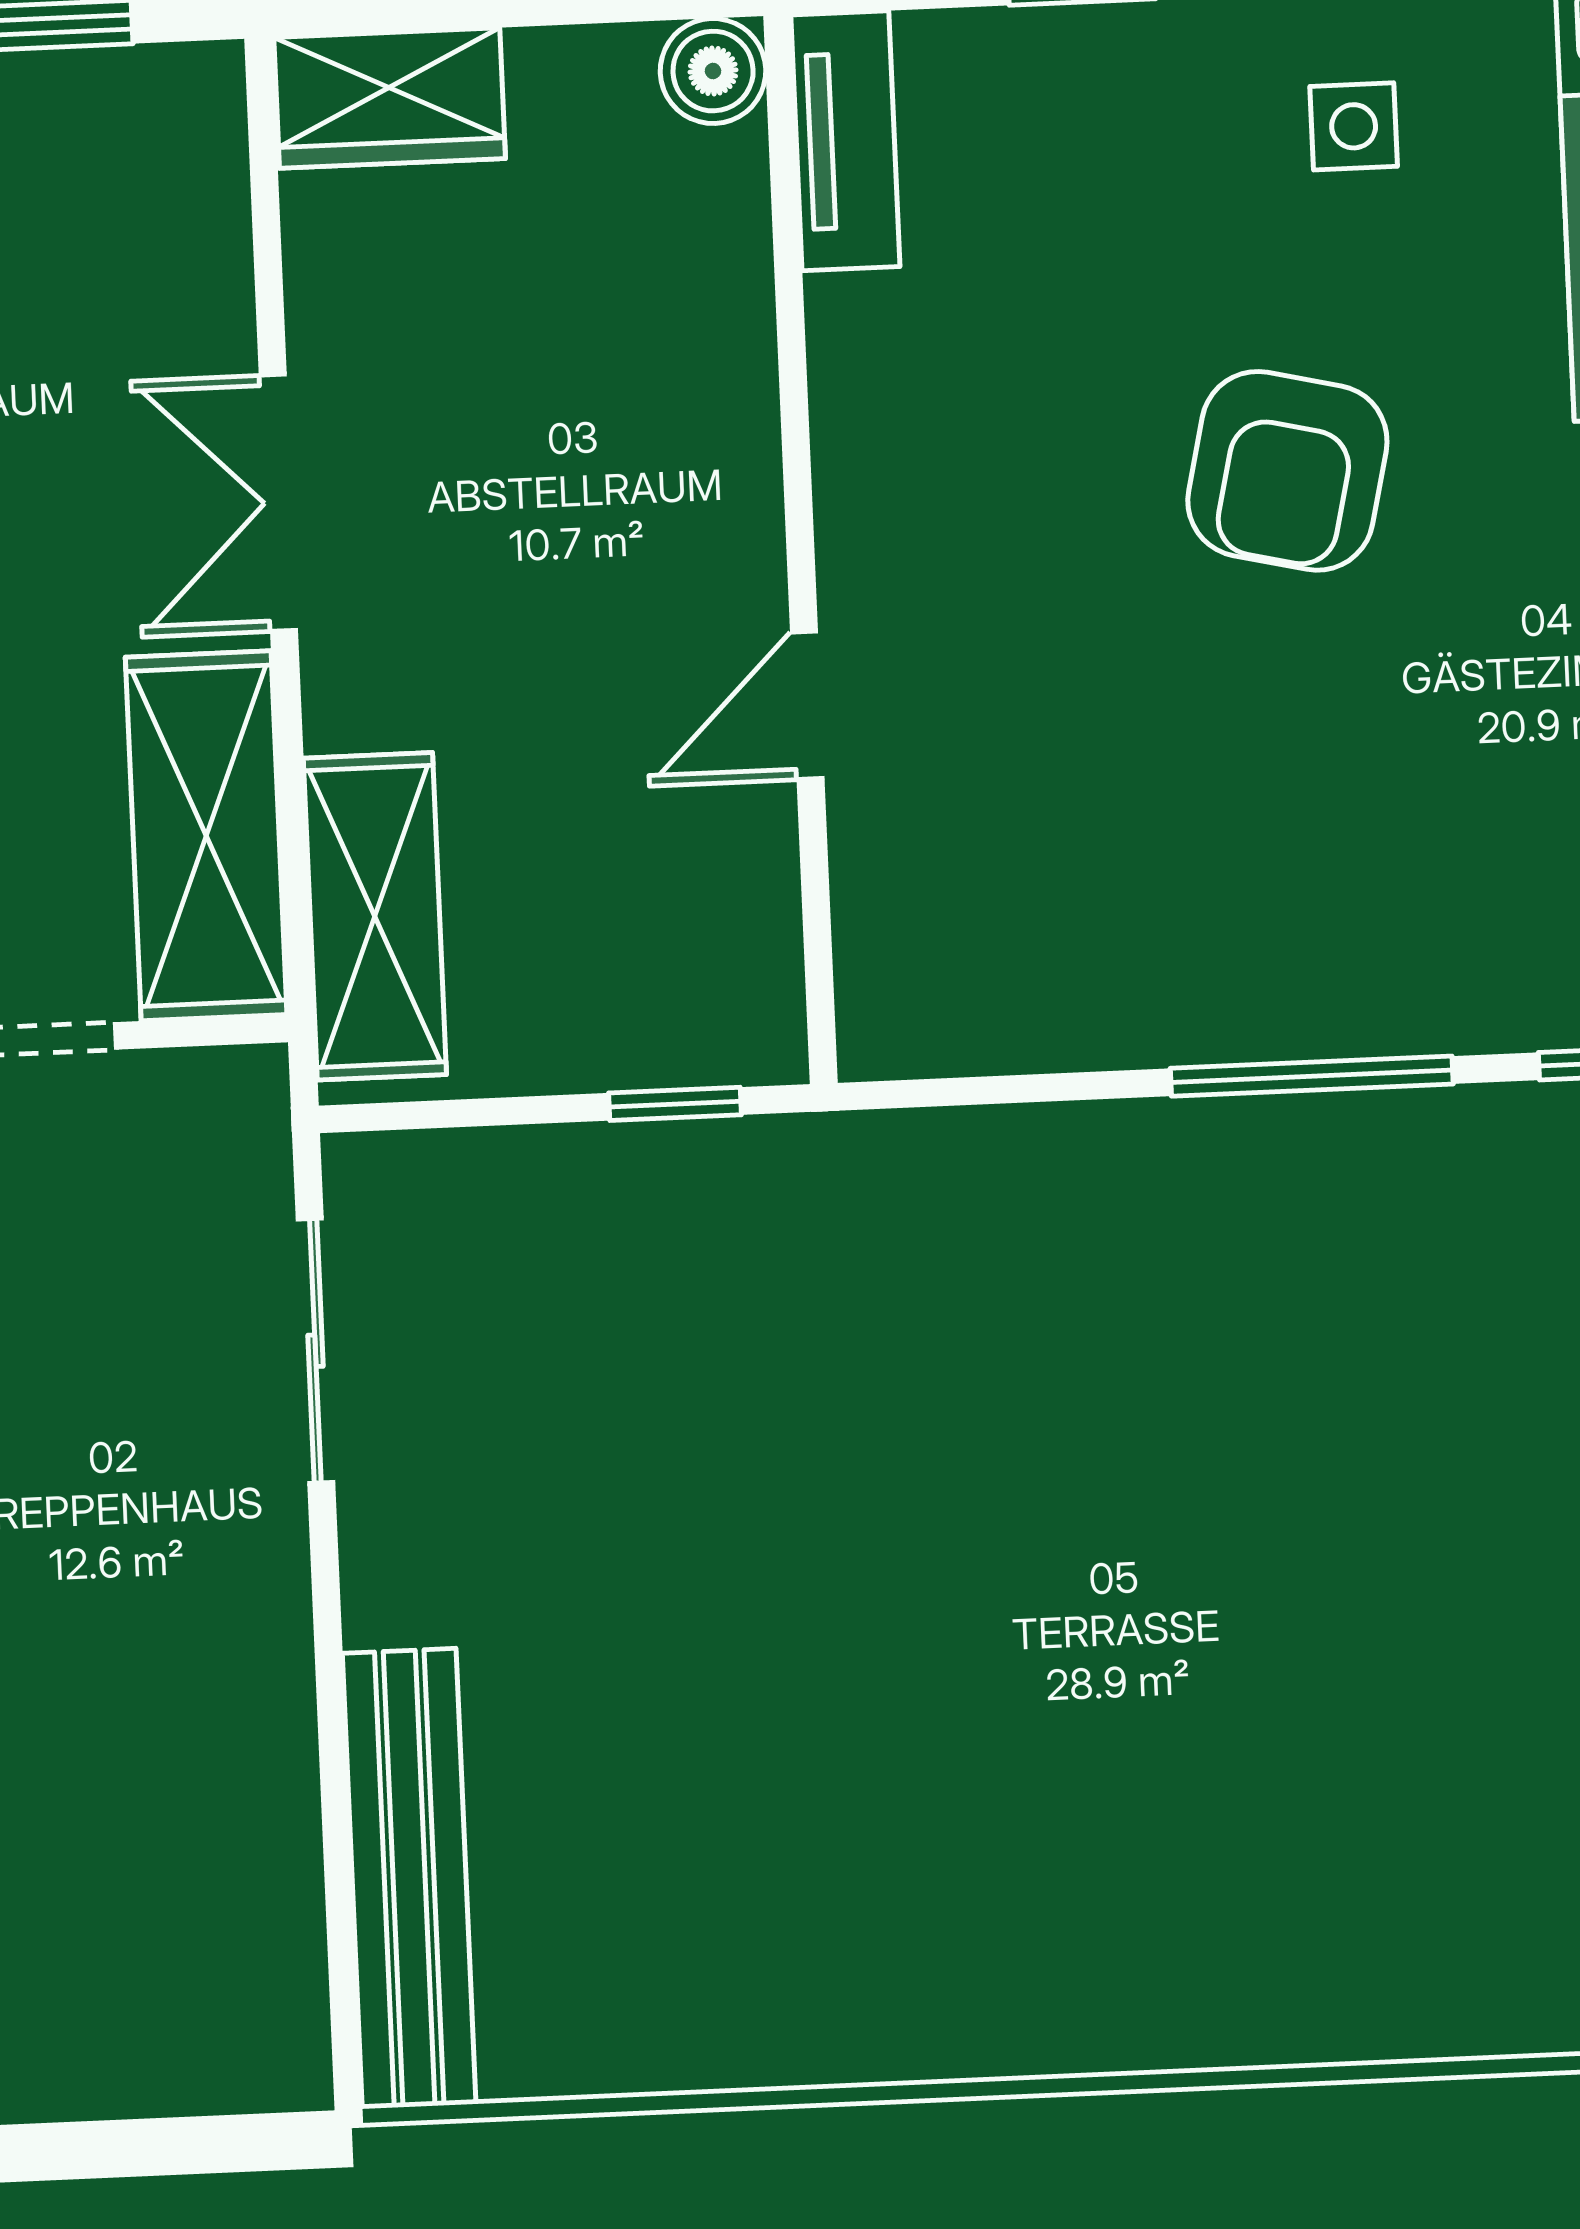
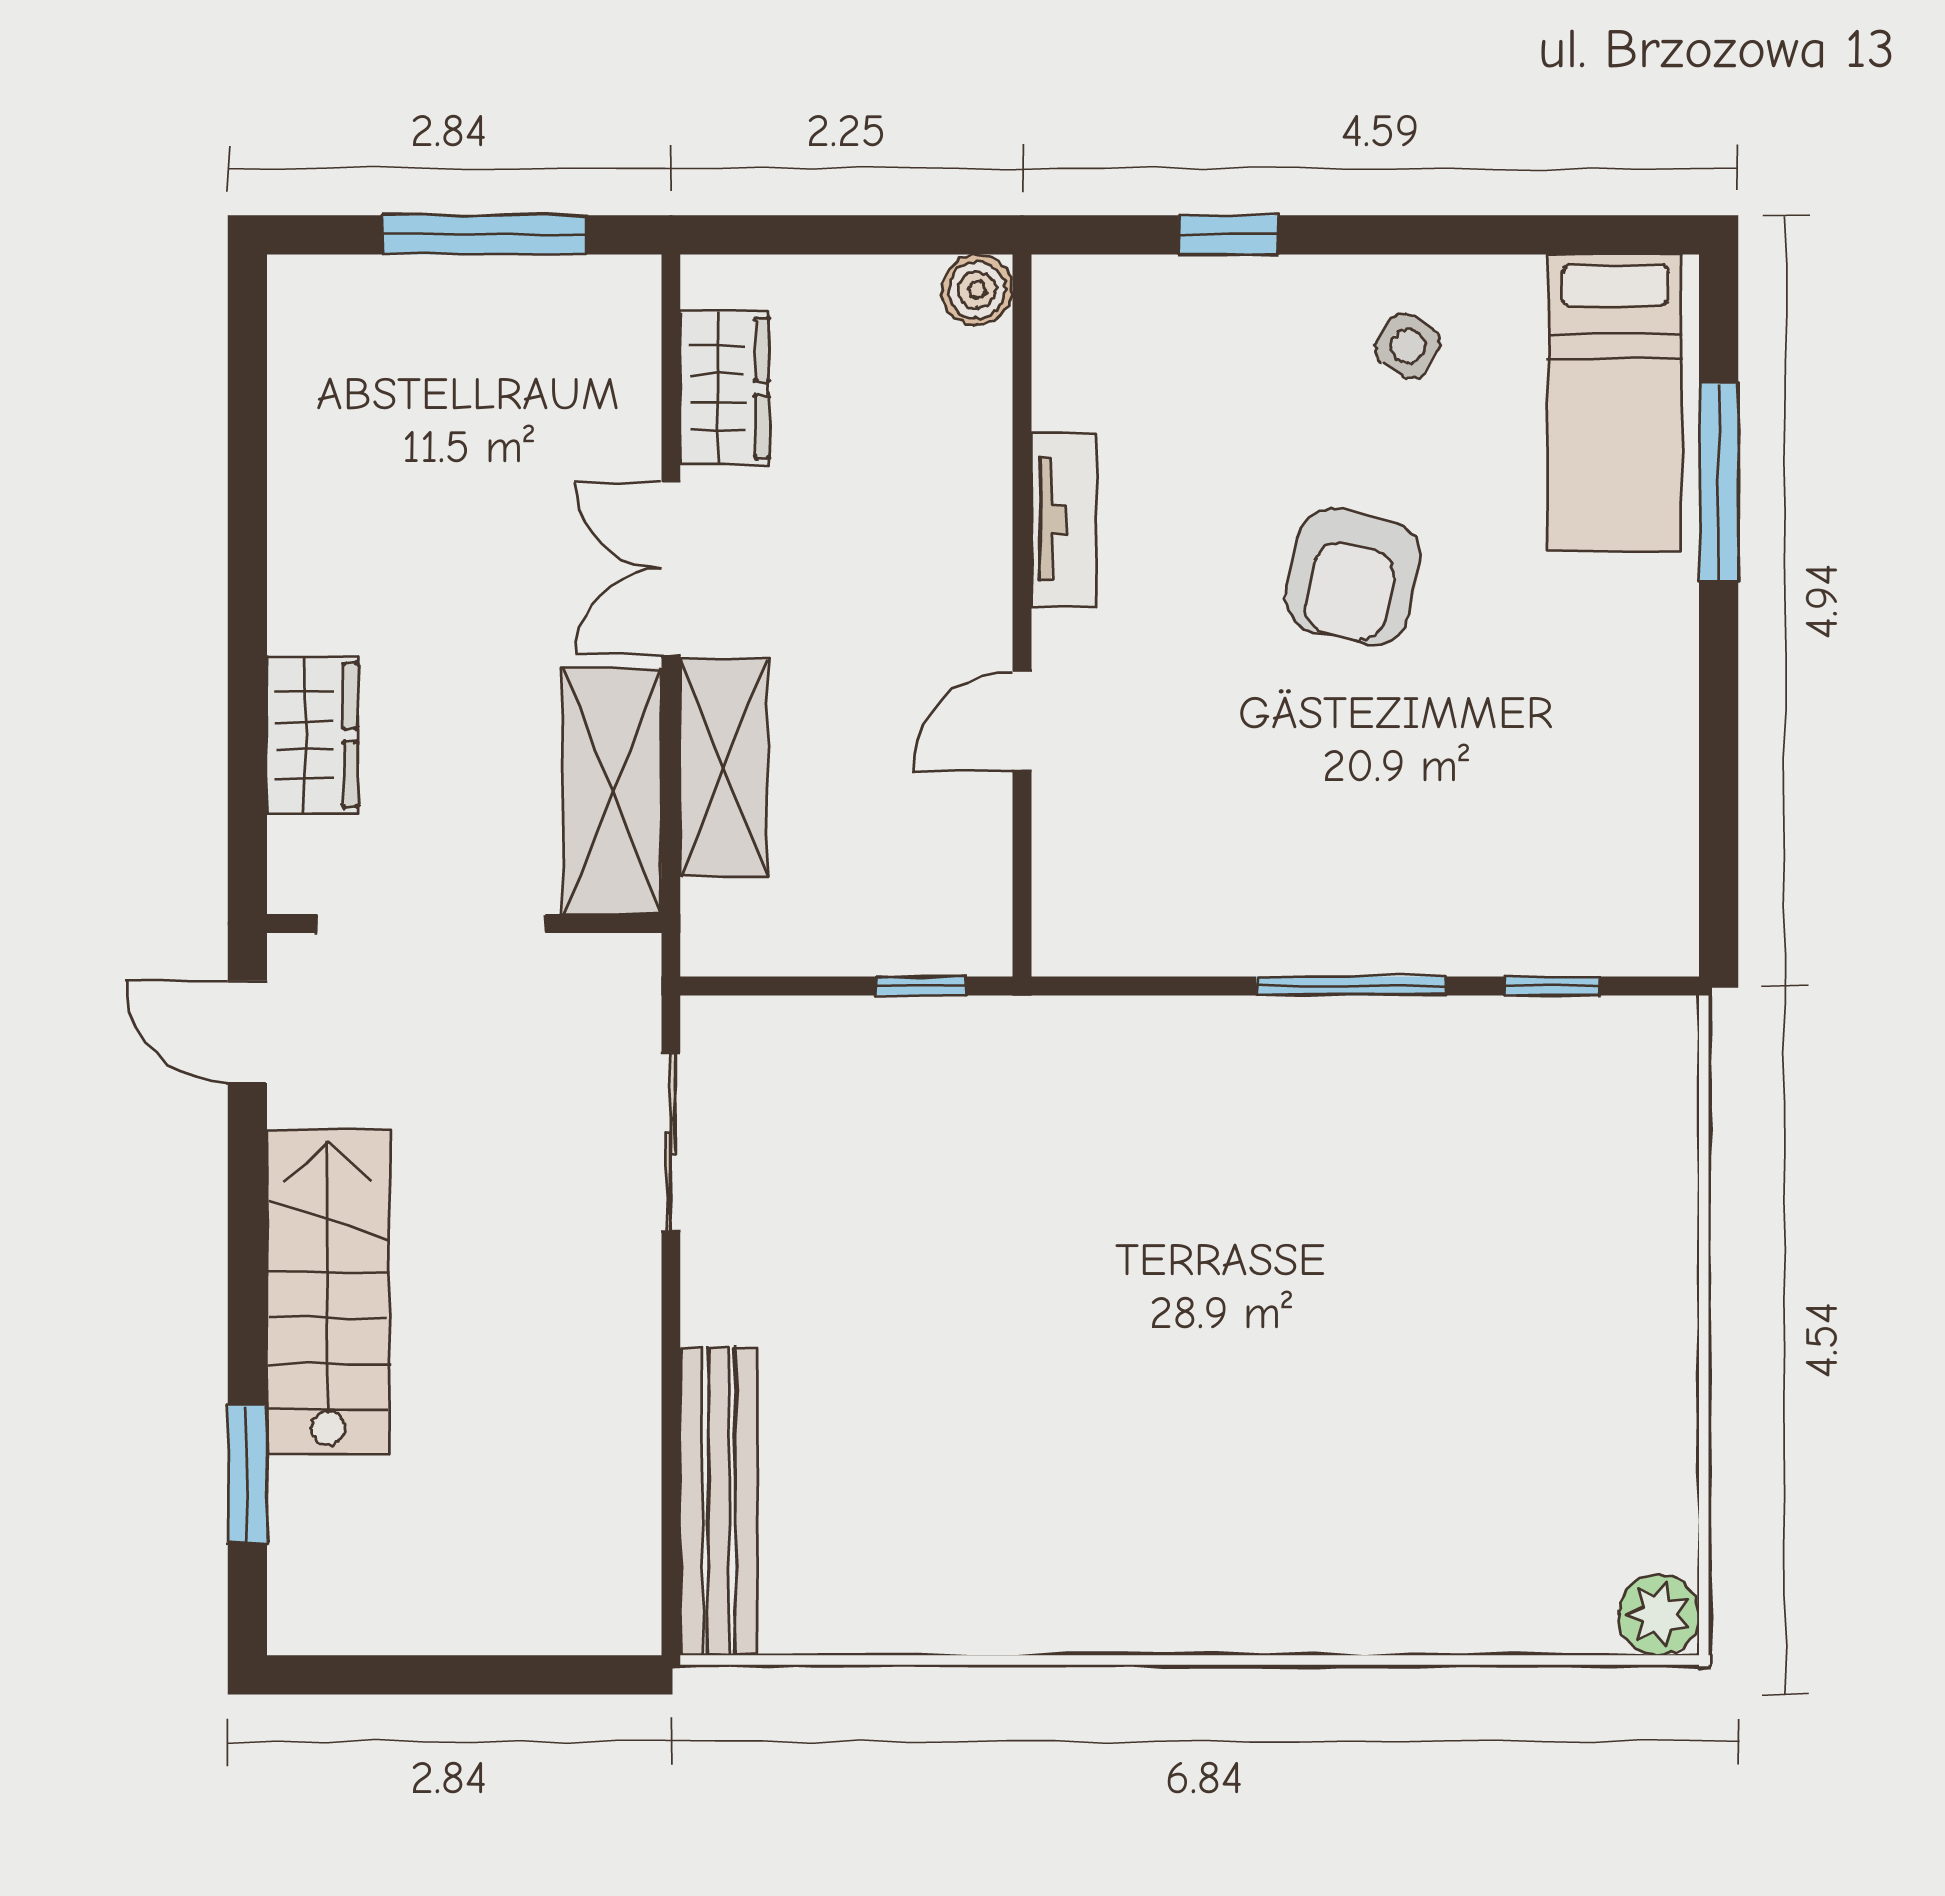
wardrobe: (390, 98) -> (725, 388), moved, turned -90
side table: (1354, 126) -> (1408, 346), turned 33
tv unit: (845, 141) -> (1064, 519), moved
shelving: (375, 916) -> (724, 768), moved

